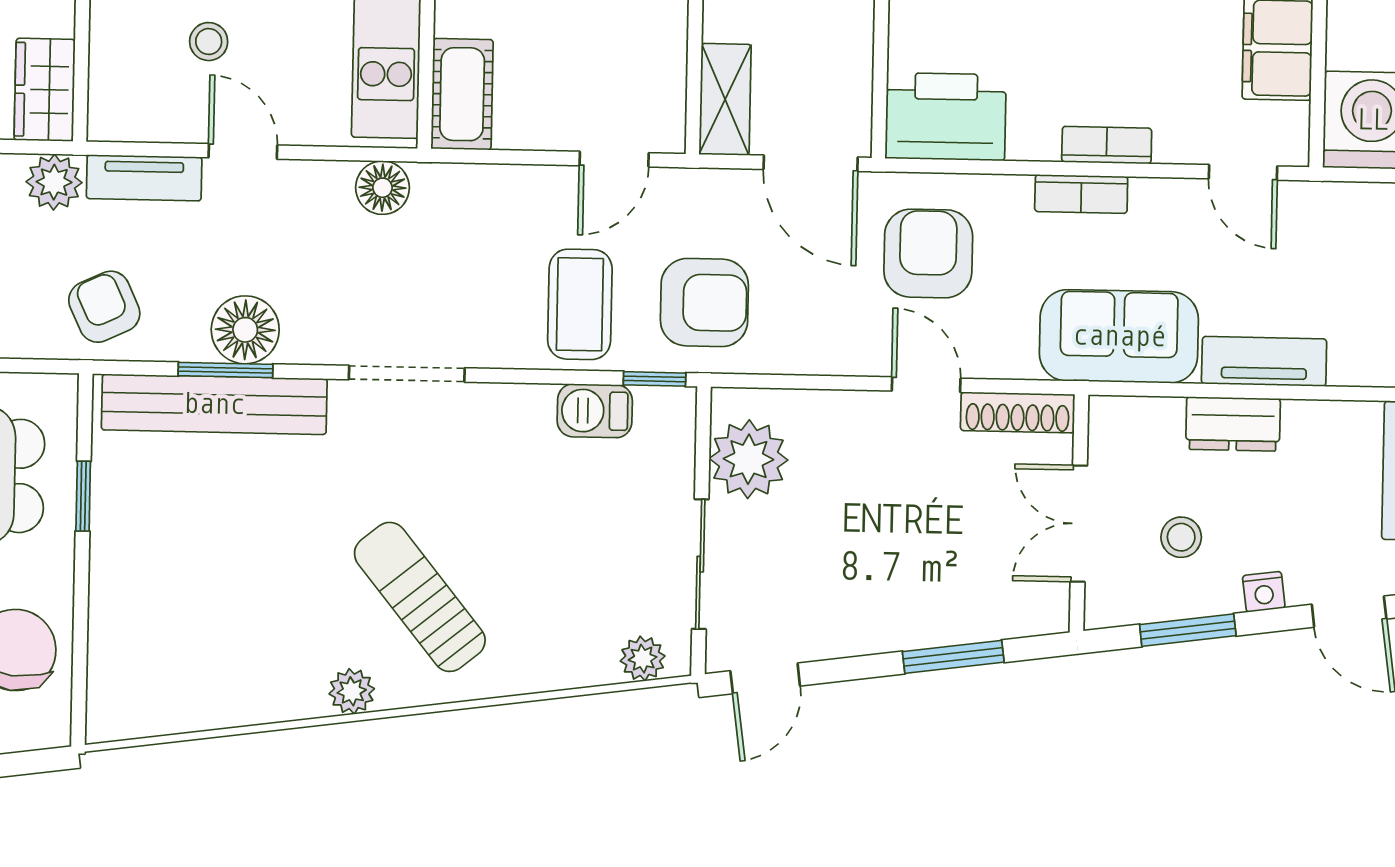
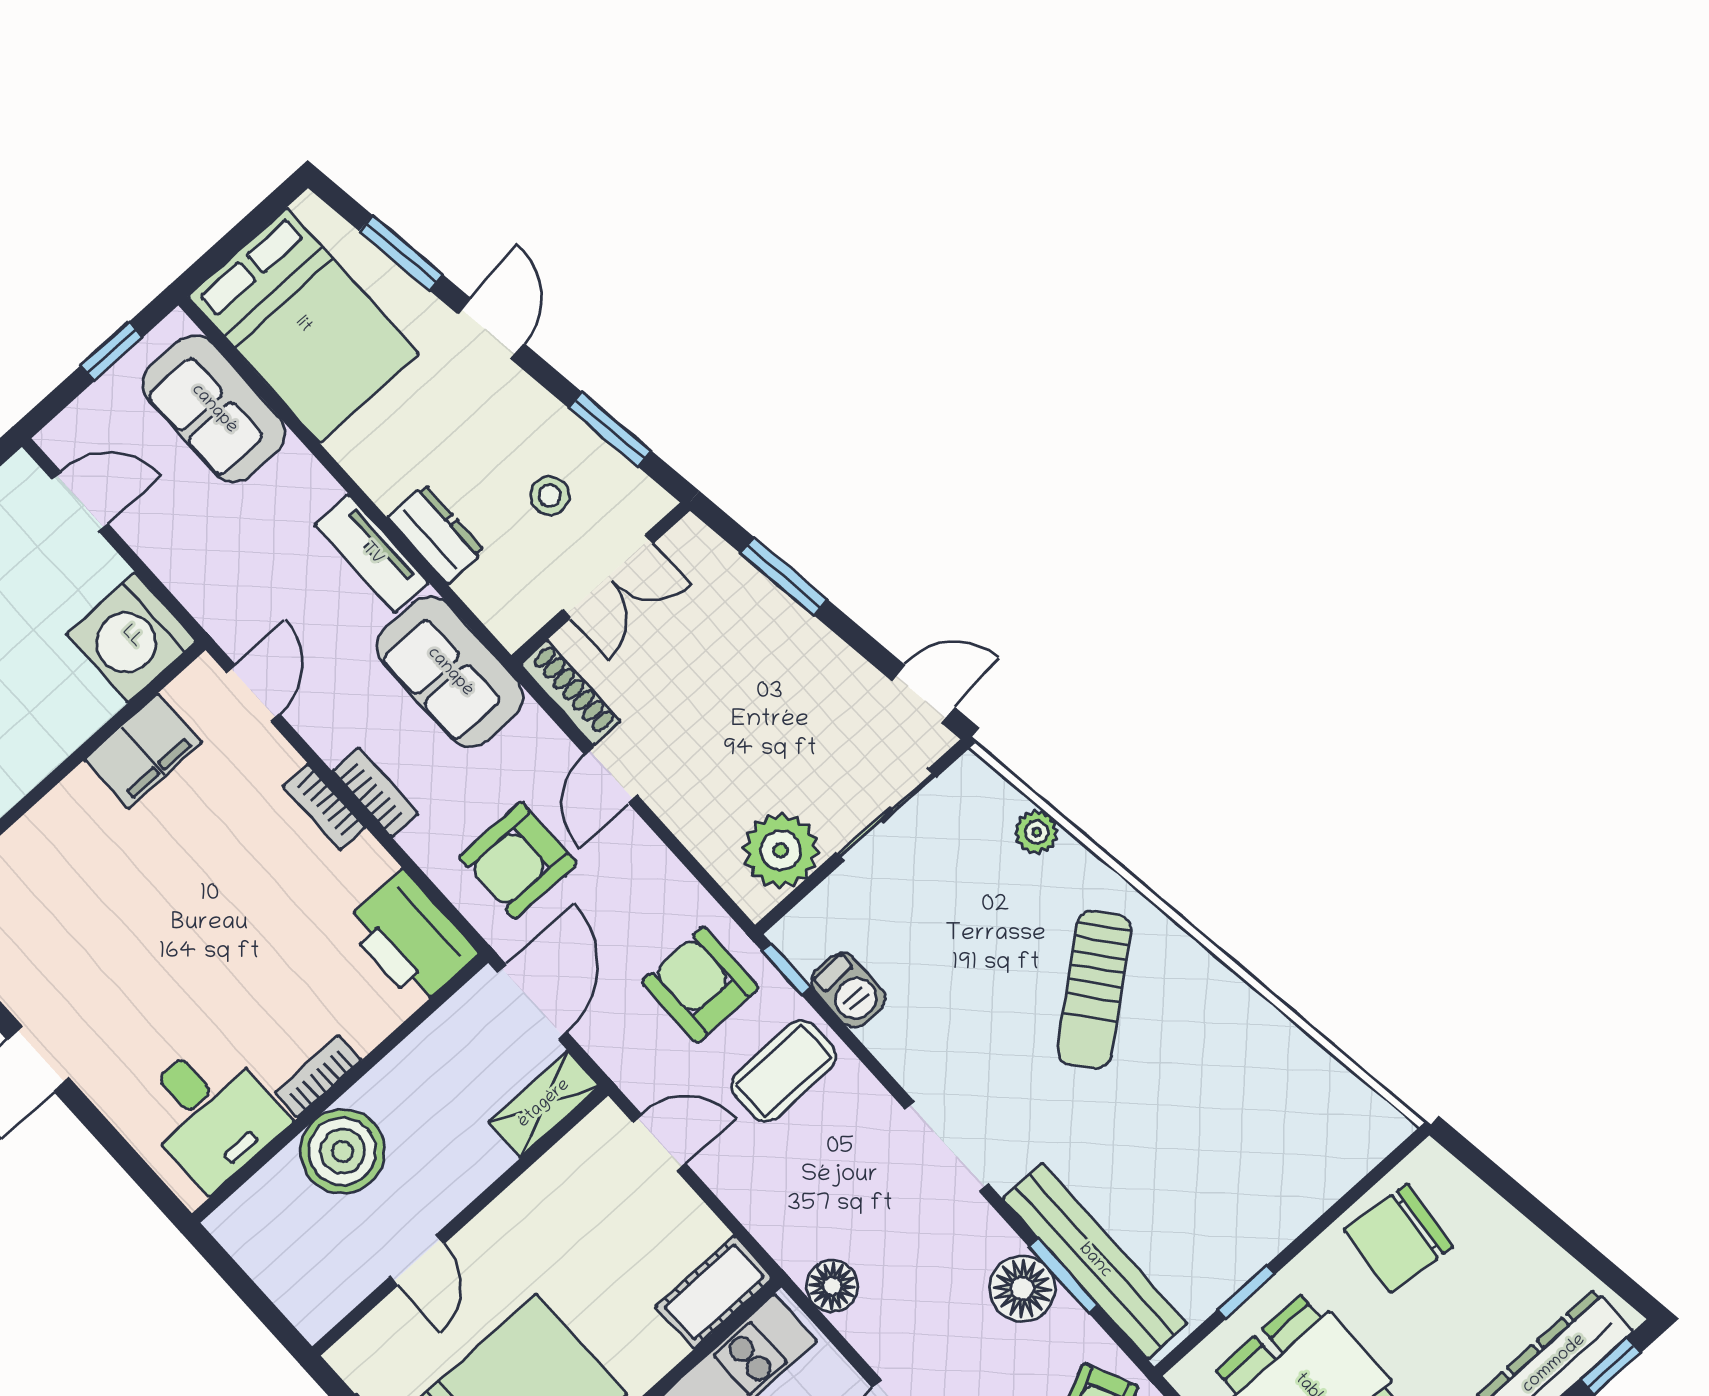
nightstand: (1264, 592) -> (533, 402), removed
plant: (643, 659) -> (1037, 832), moved
plant: (352, 691) -> (1205, 975), removed

